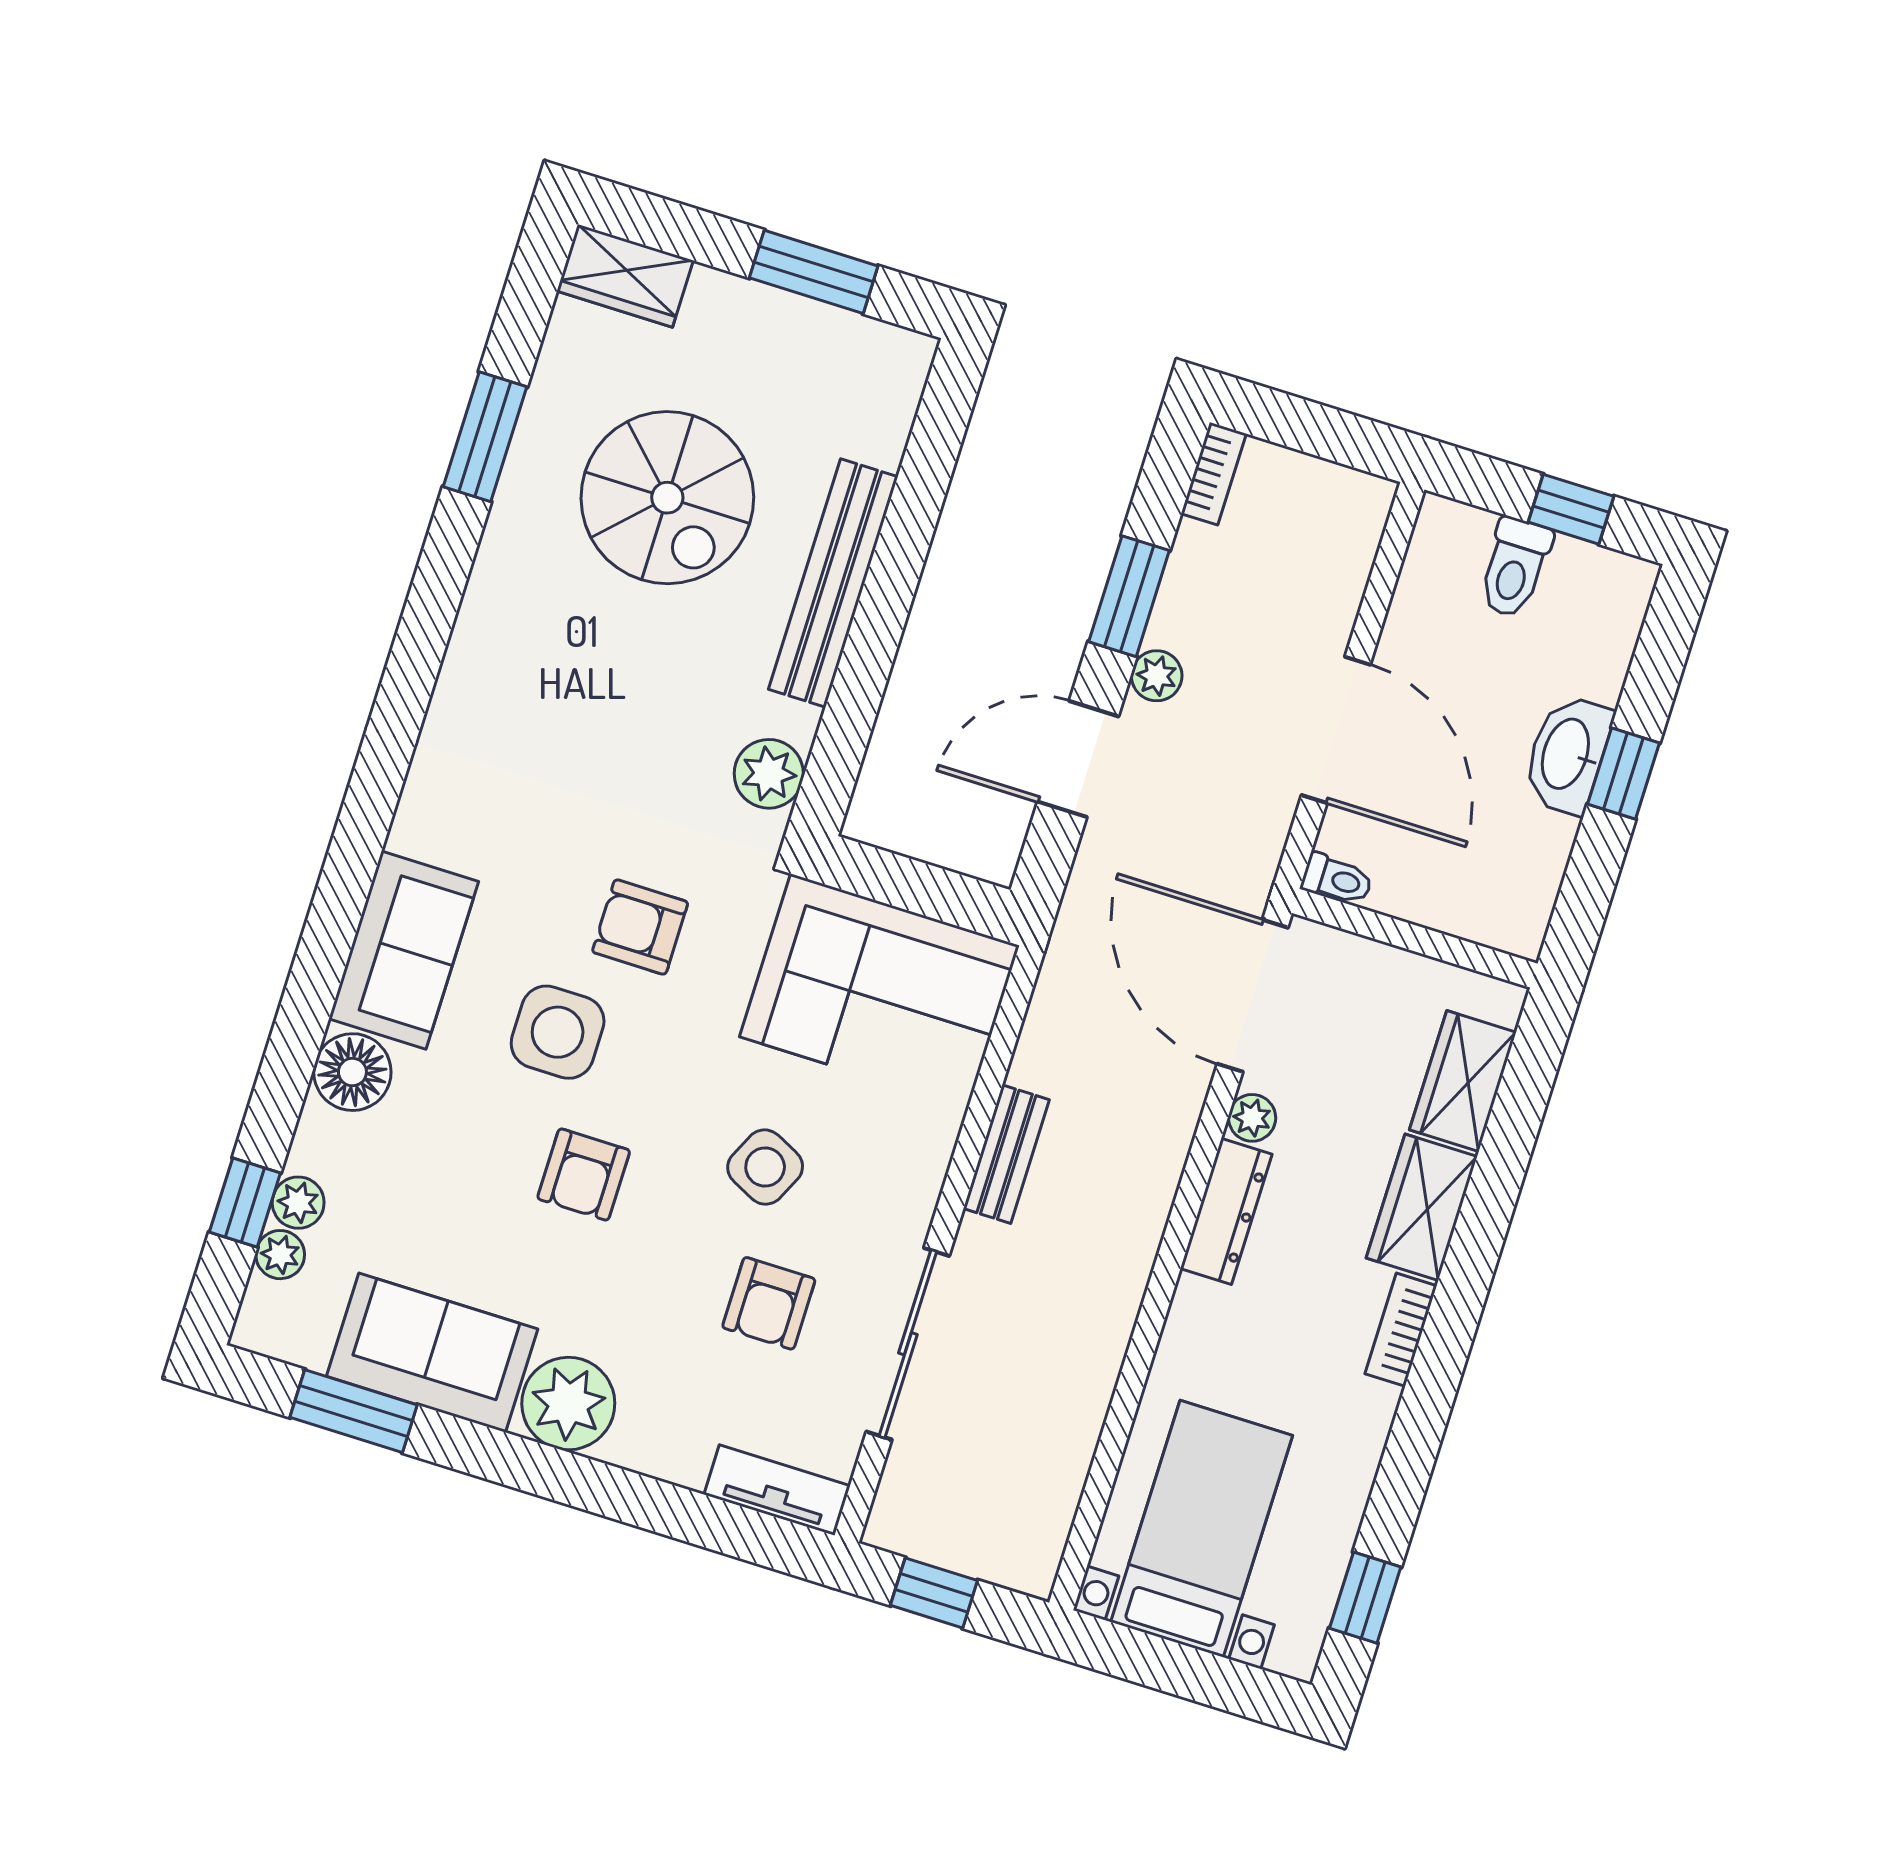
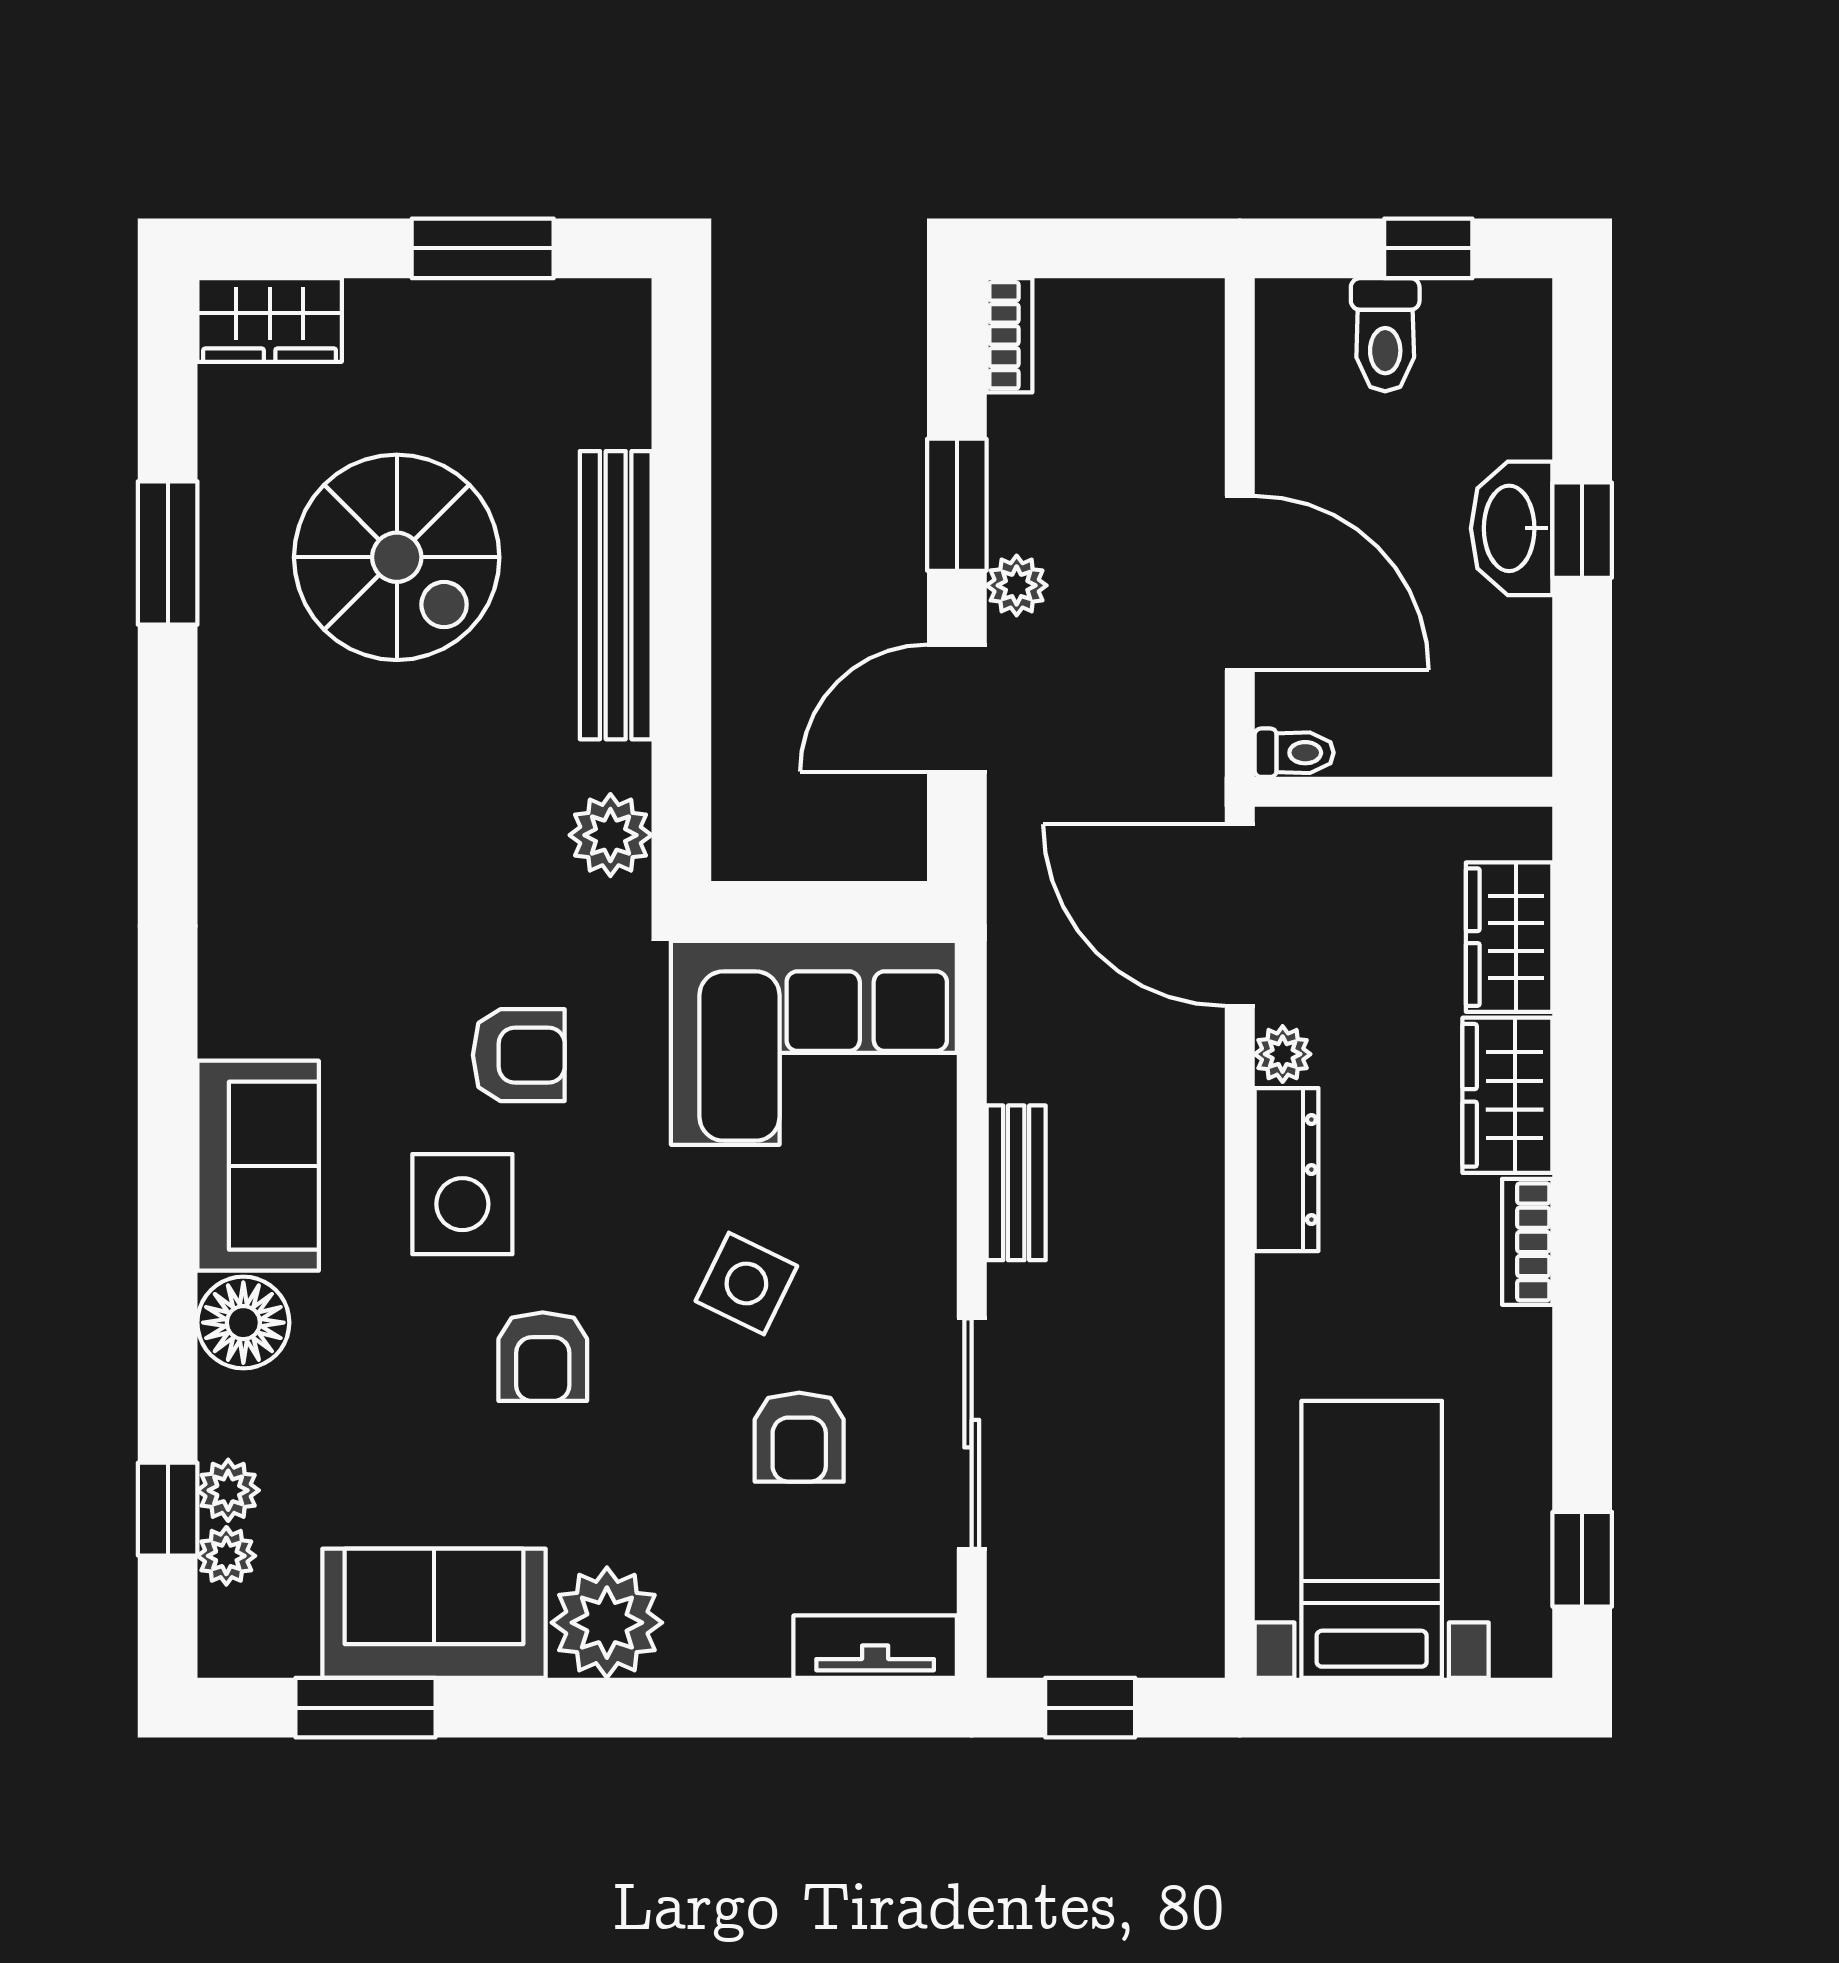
armchair: (640, 927) -> (519, 1055), turned 180

